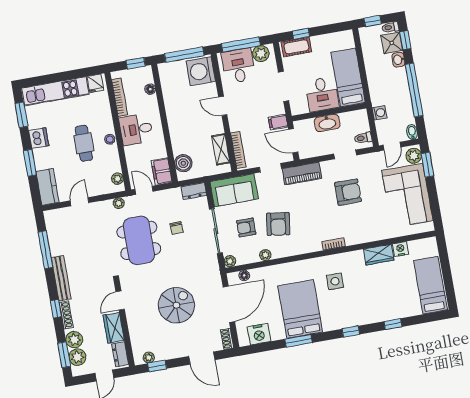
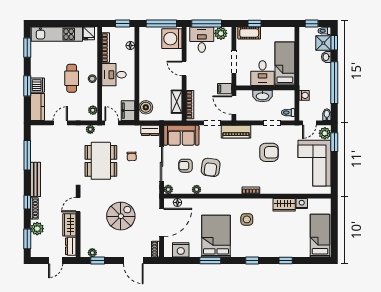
dishwasher: (39, 138) -> (38, 85), moved
plant: (77, 357) -> (37, 243), removed

